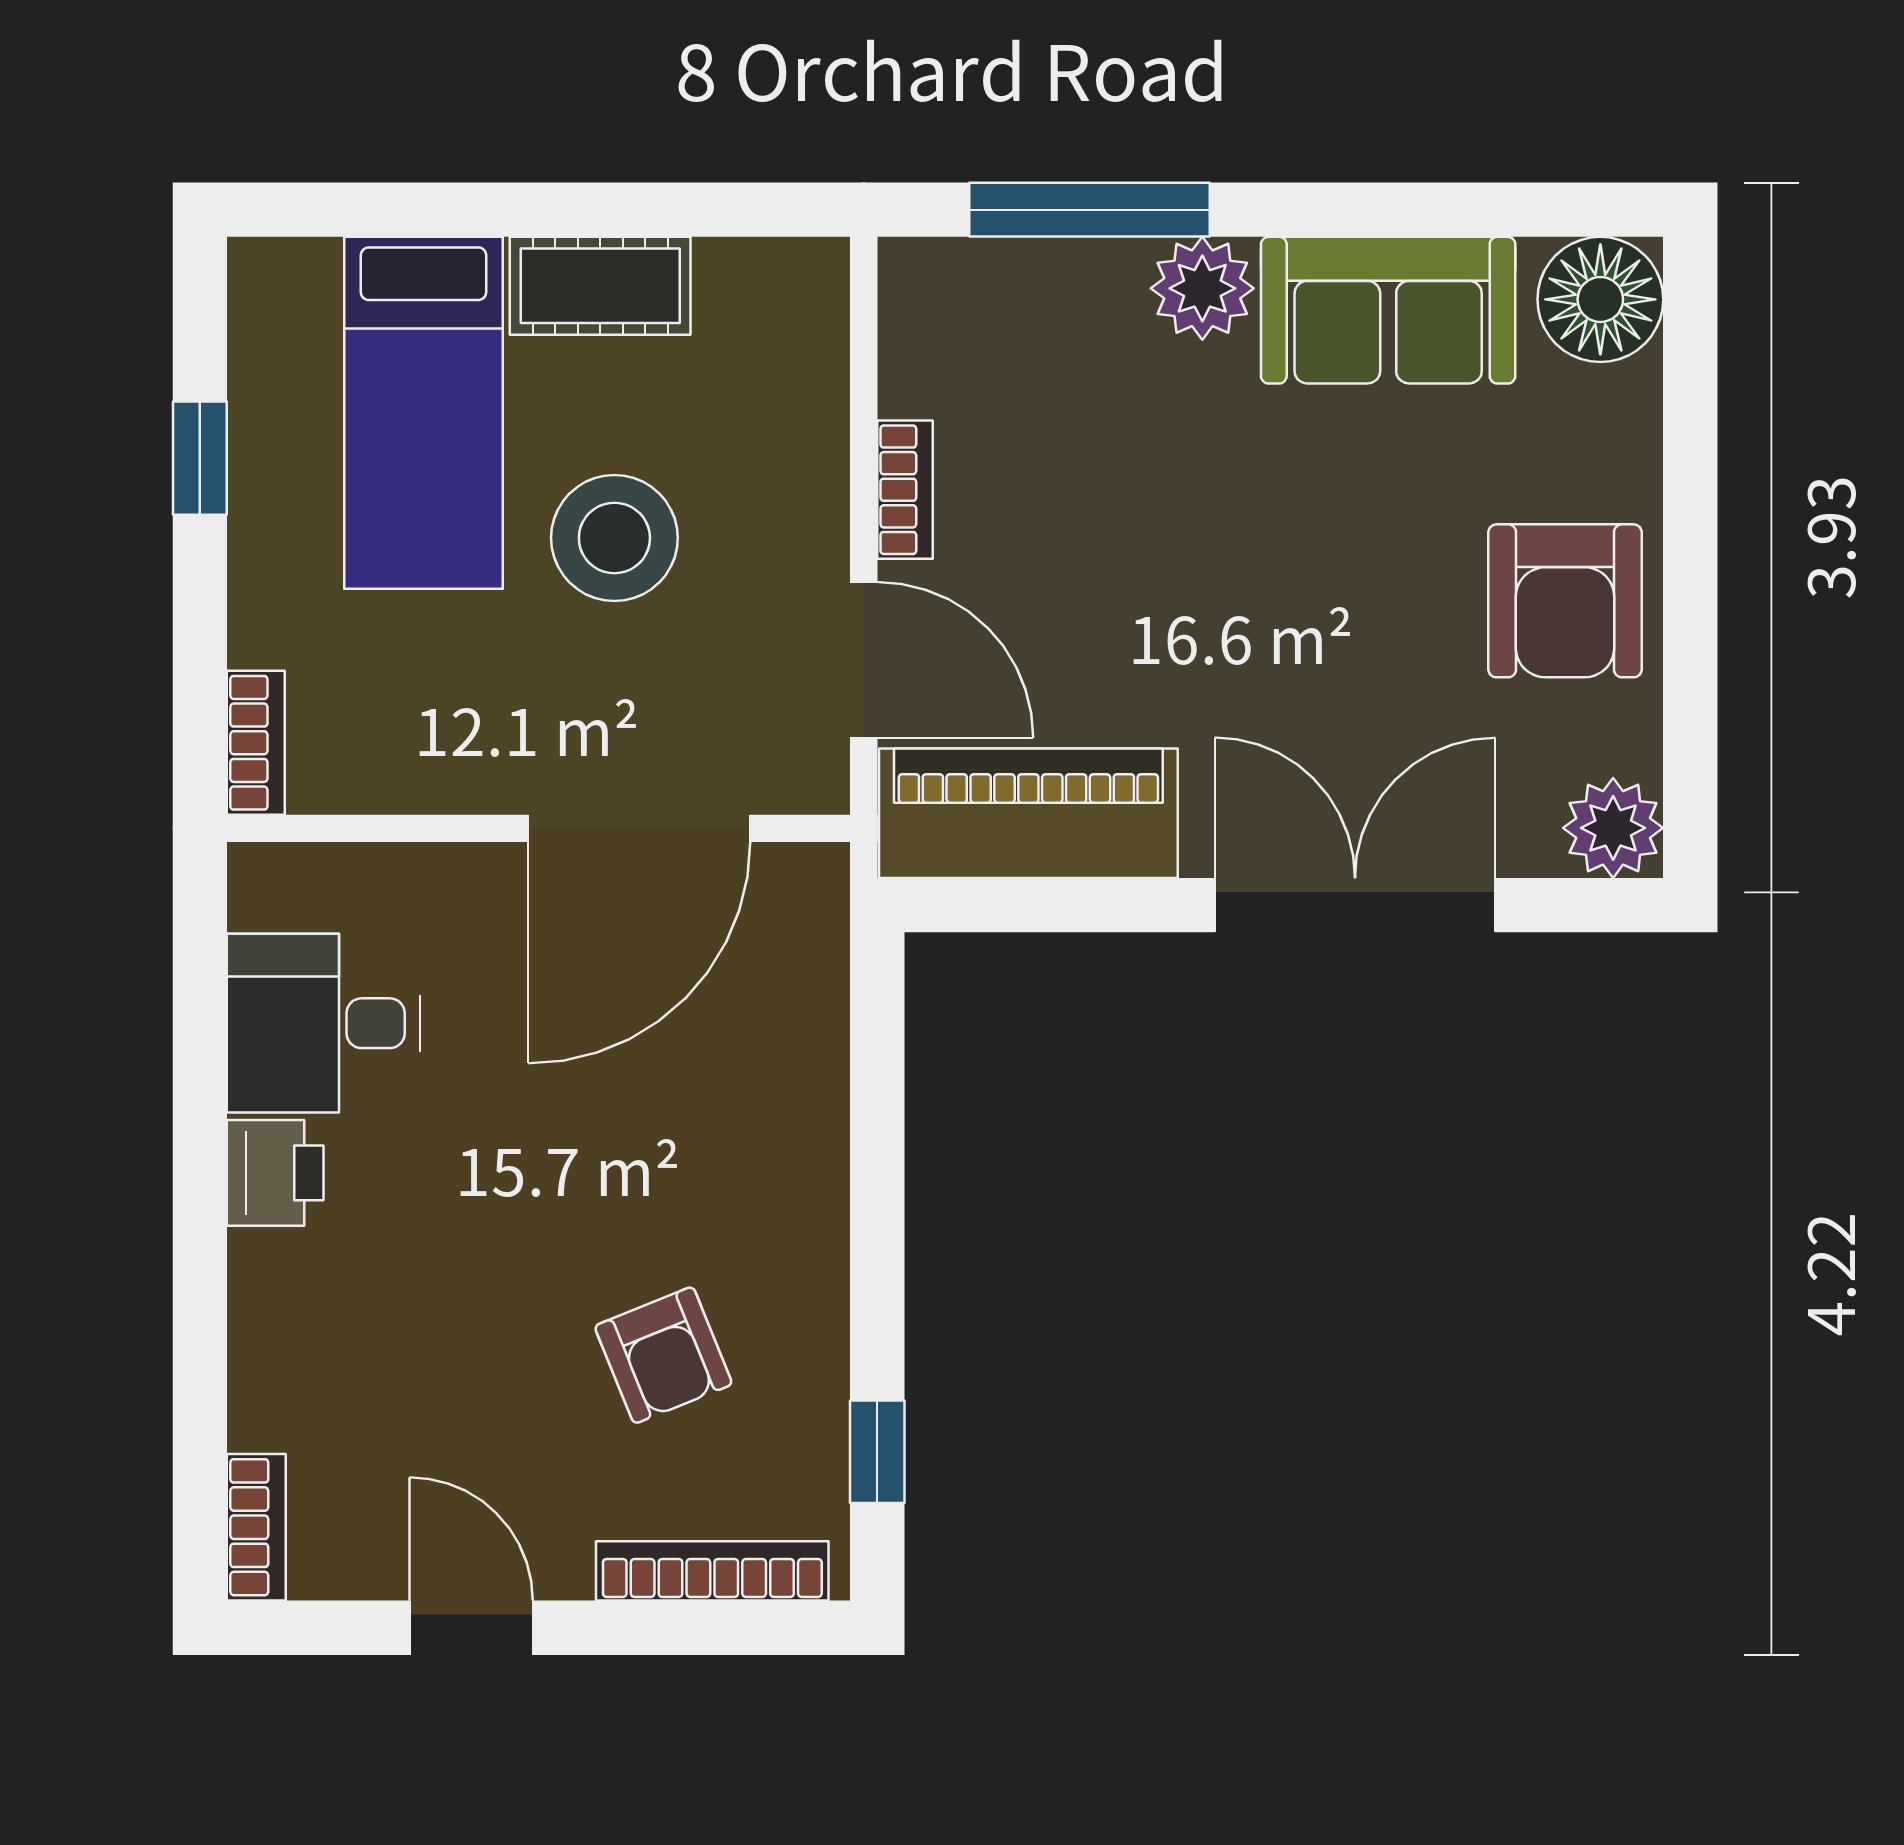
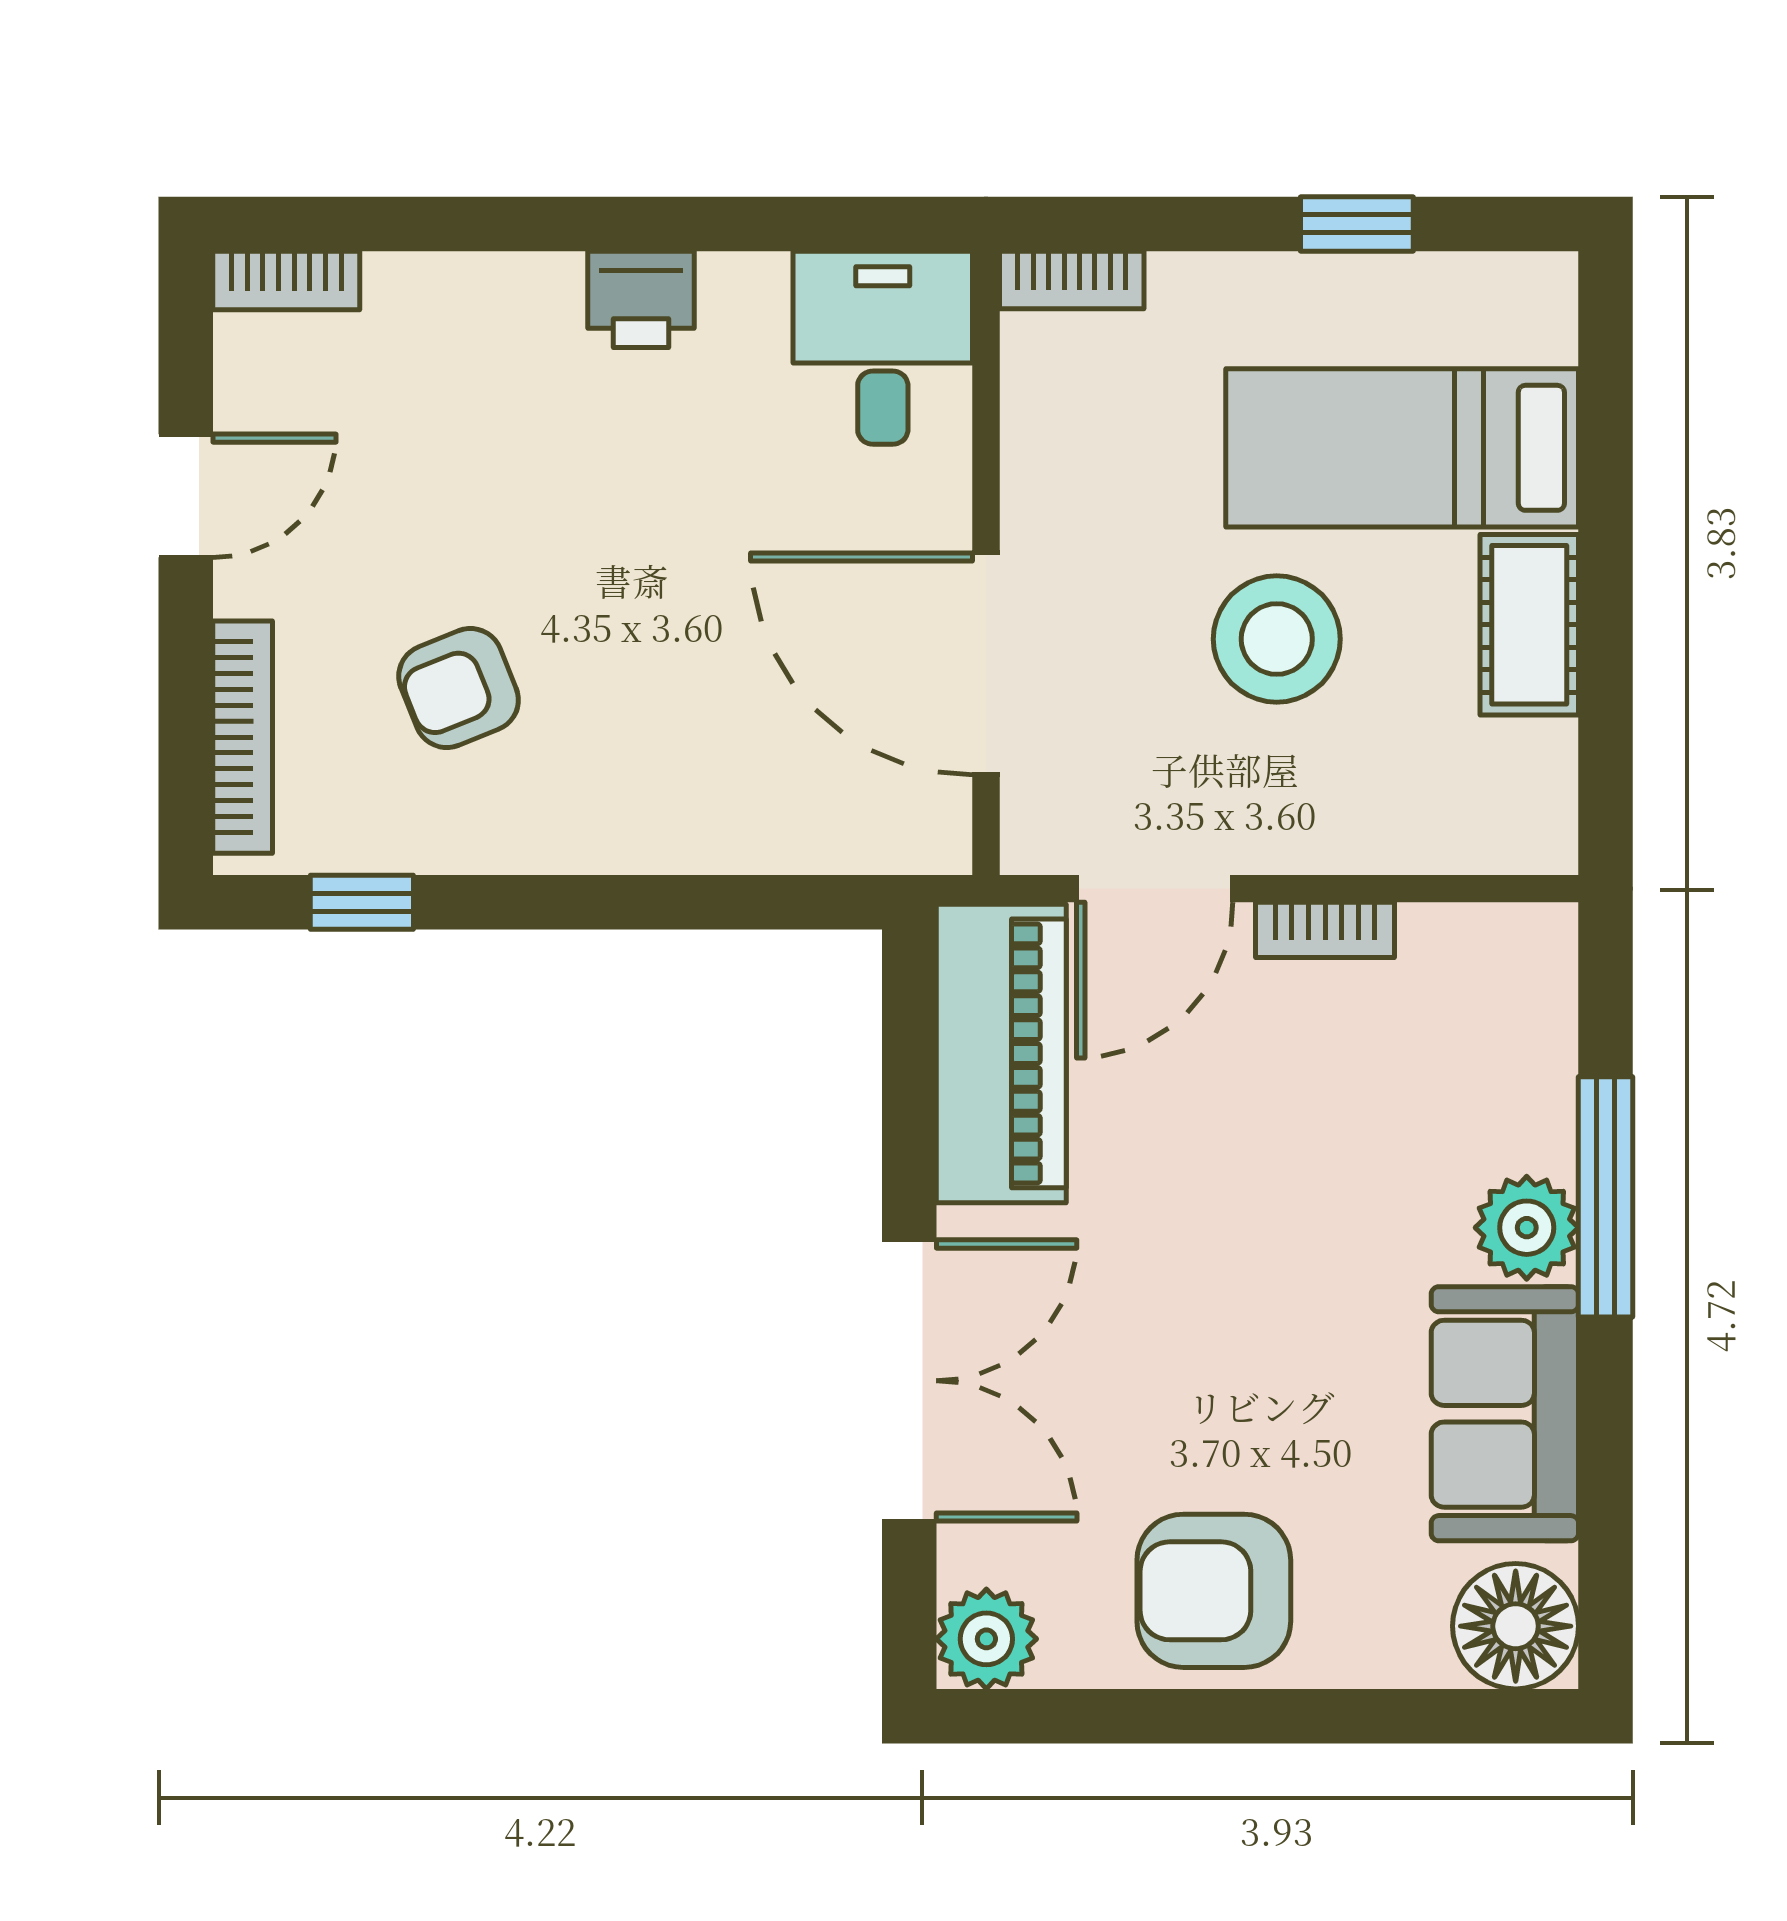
window: (1089, 210) -> (1606, 1197), moved
desk: (324, 1023) -> (883, 348), moved

